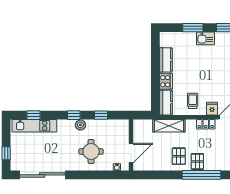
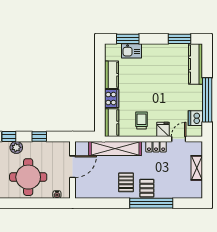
window: (193, 28) -> (128, 39), moved
kitchen sink: (205, 38) -> (132, 51), moved
shelving: (169, 126) -> (115, 148), width x1.47
round table: (91, 152) -> (28, 177), width x1.36, depth x1.36
door: (131, 153) -> (73, 167), moved

